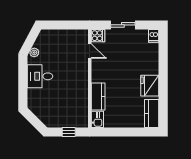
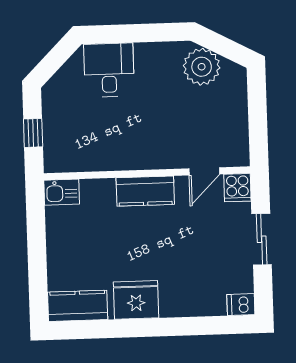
plant: (34, 52) -> (202, 67), width x1.88, depth x1.88
desk: (40, 76) -> (109, 70), moved
kitchen counter: (98, 97) -> (145, 191), moved

